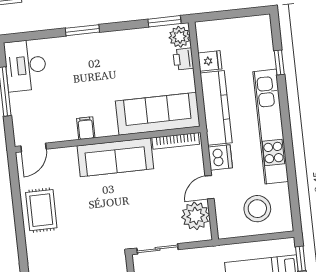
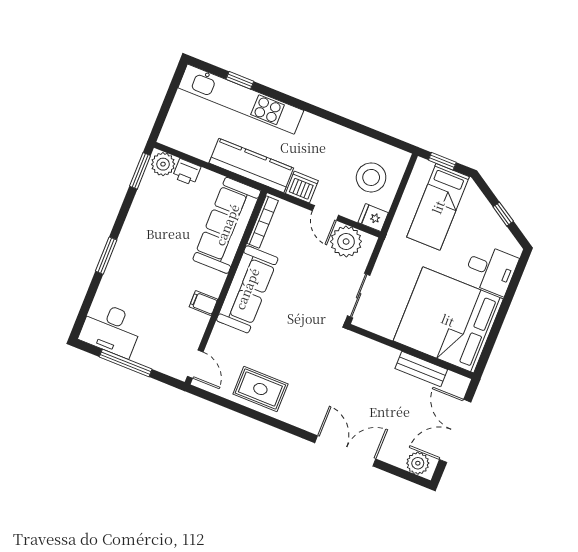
fridge: (210, 61) -> (373, 218), moved, turned -90
kitchen unit: (271, 127) -> (241, 99), moved

